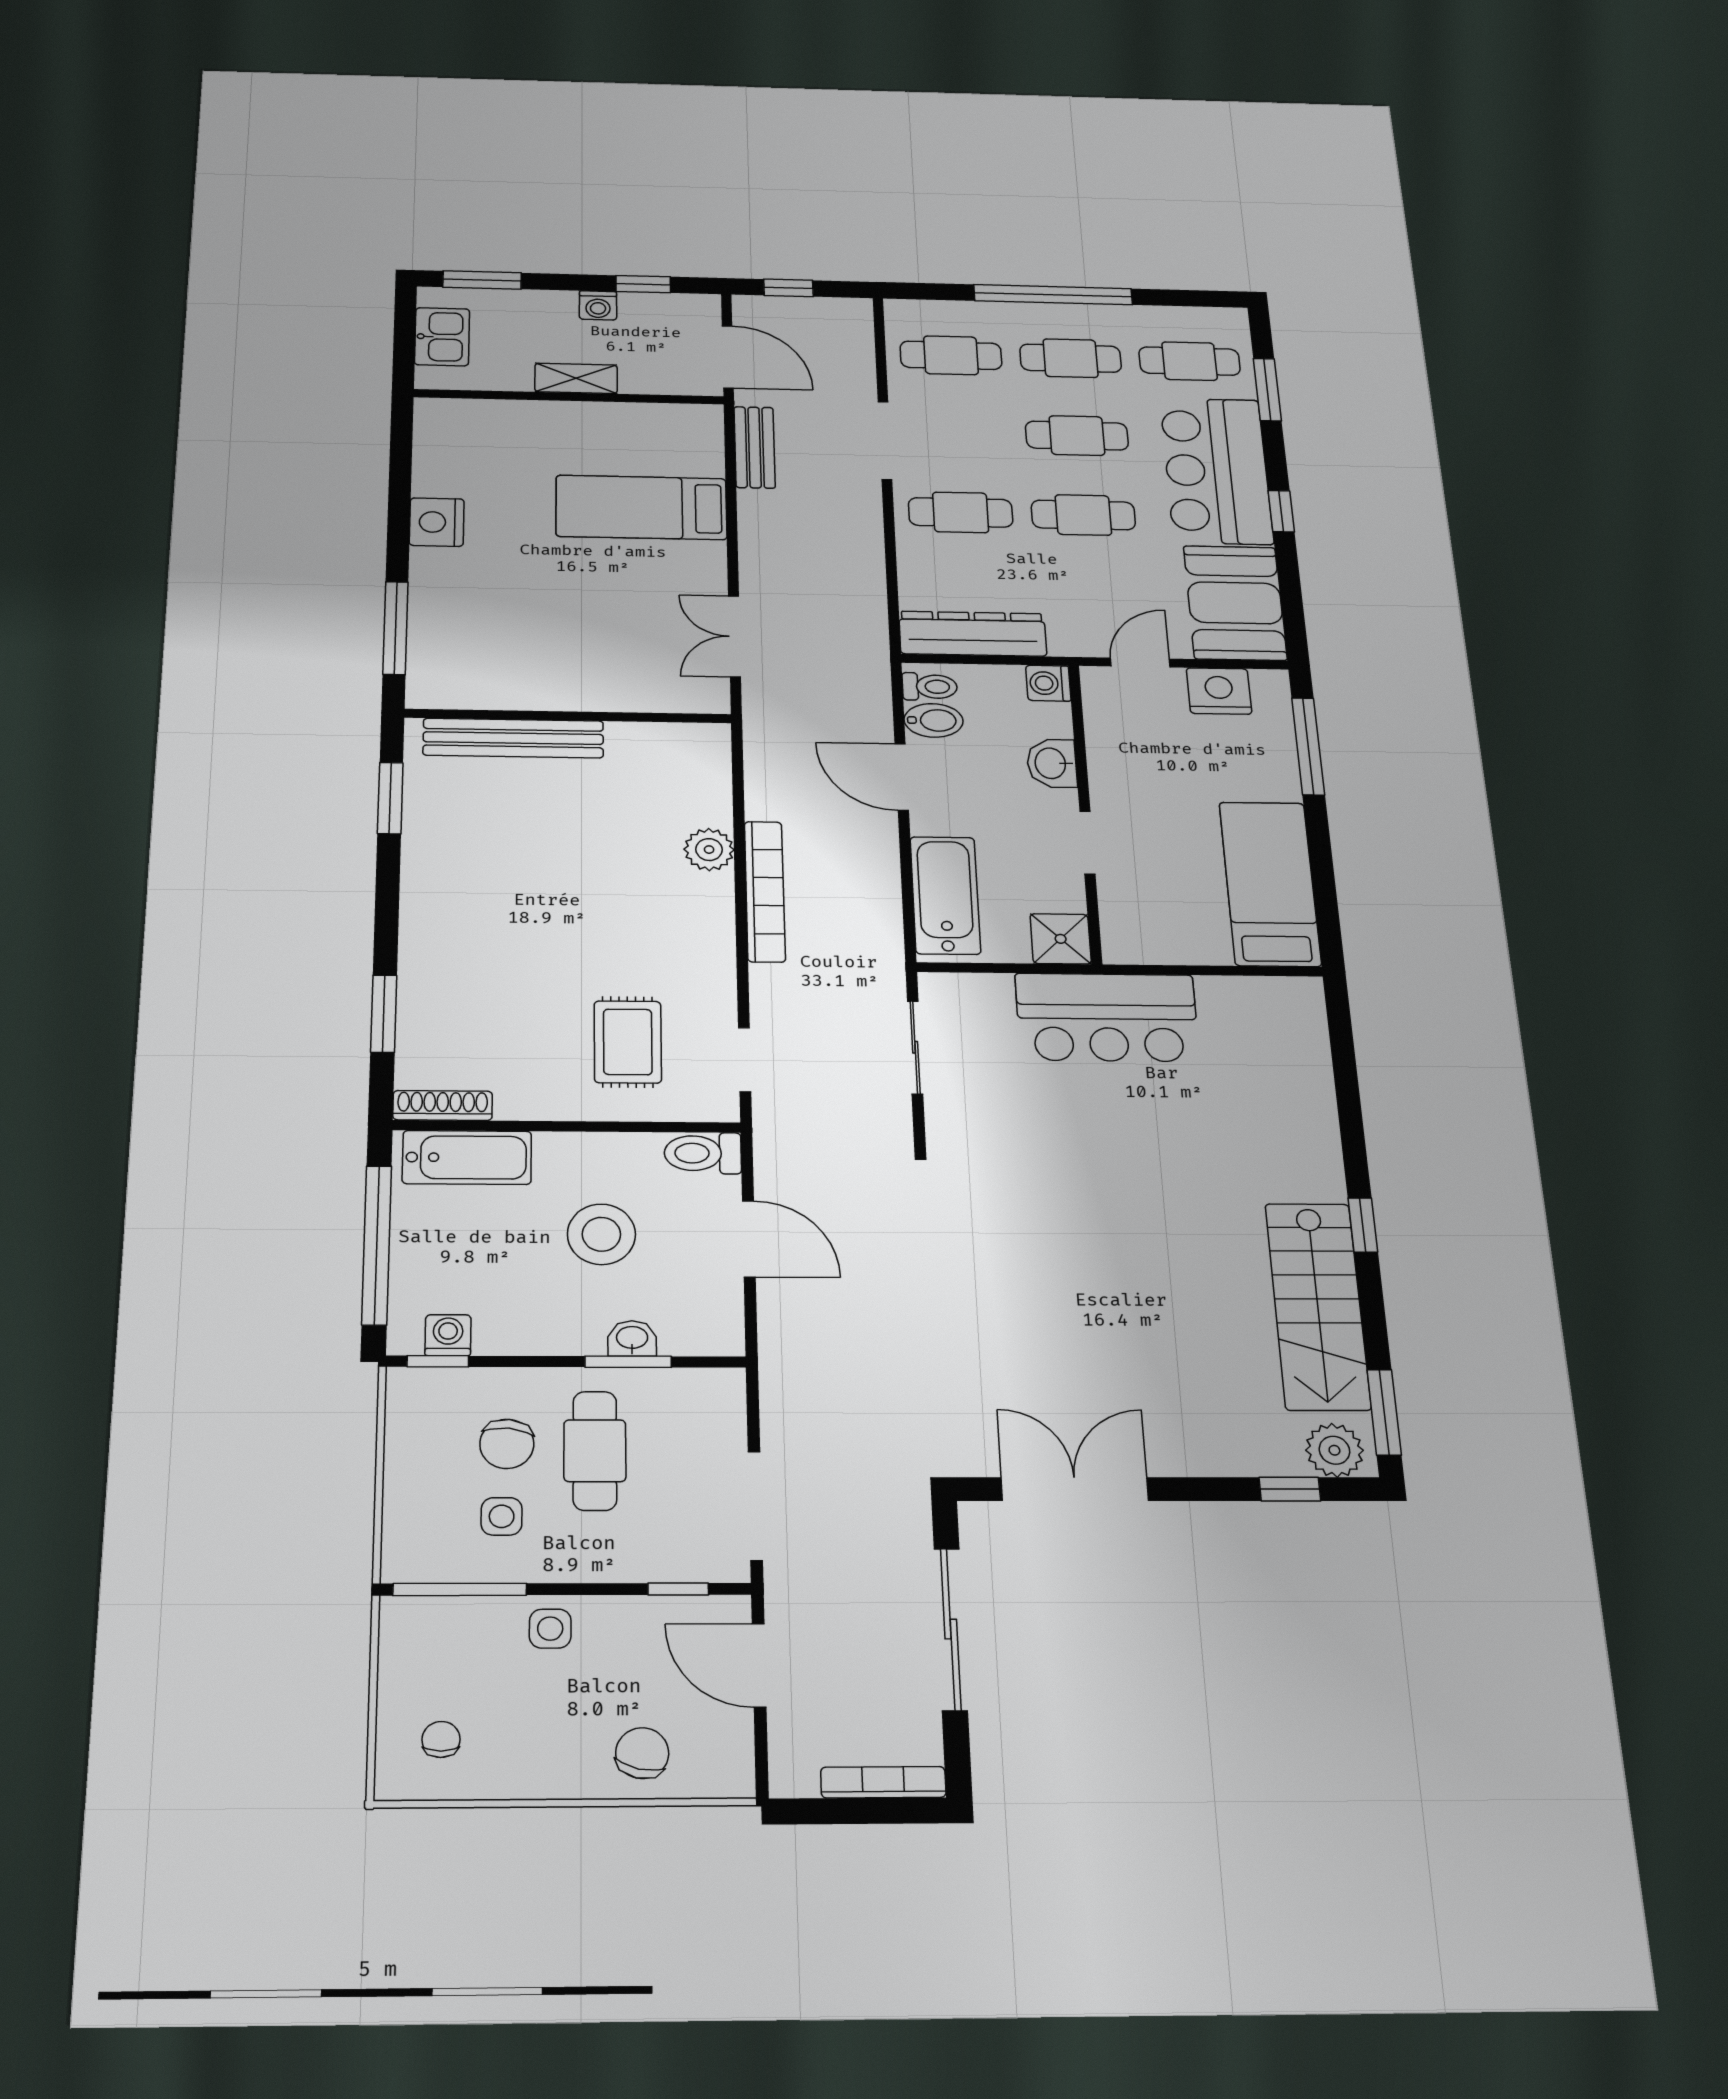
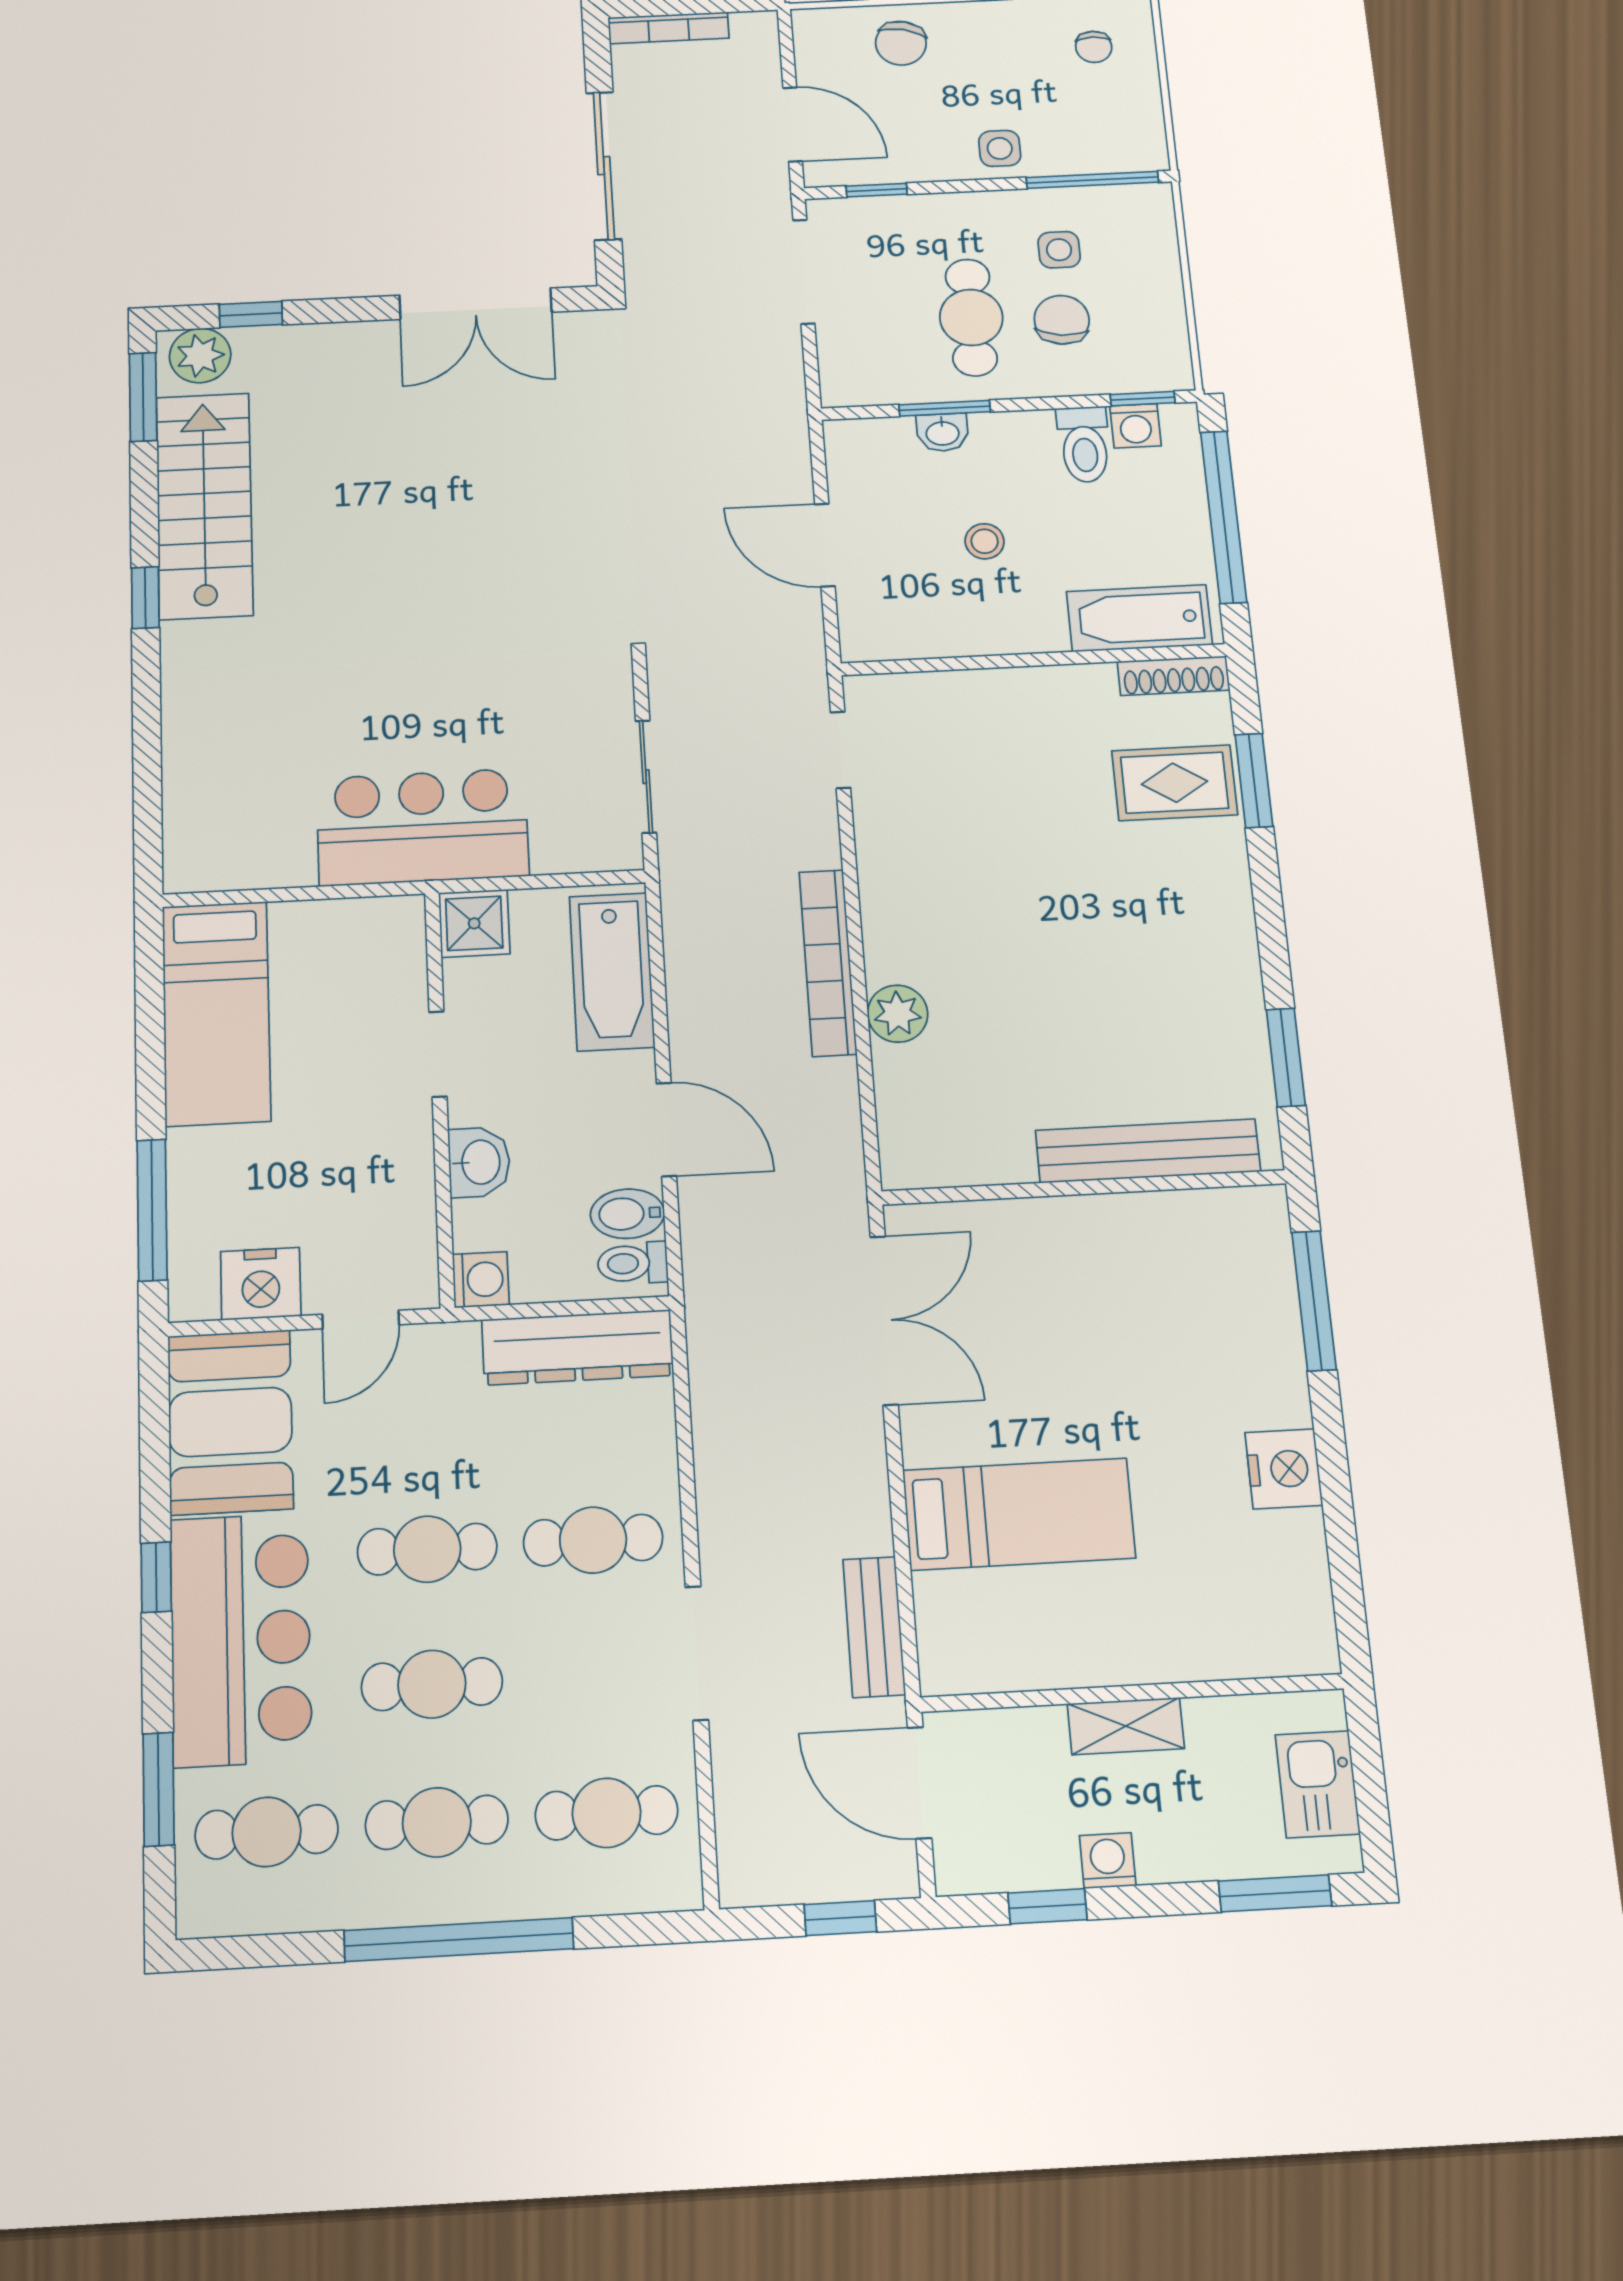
double door: (734, 636) -> (884, 1320), width x1.37
rug: (628, 1042) -> (1175, 783), moved, turned 90
toilet: (703, 1153) -> (1084, 444), moved, turned 90
stool: (601, 1234) -> (985, 541), width x0.53, depth x0.53

